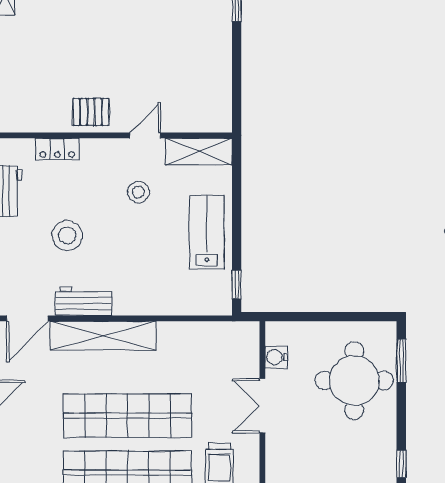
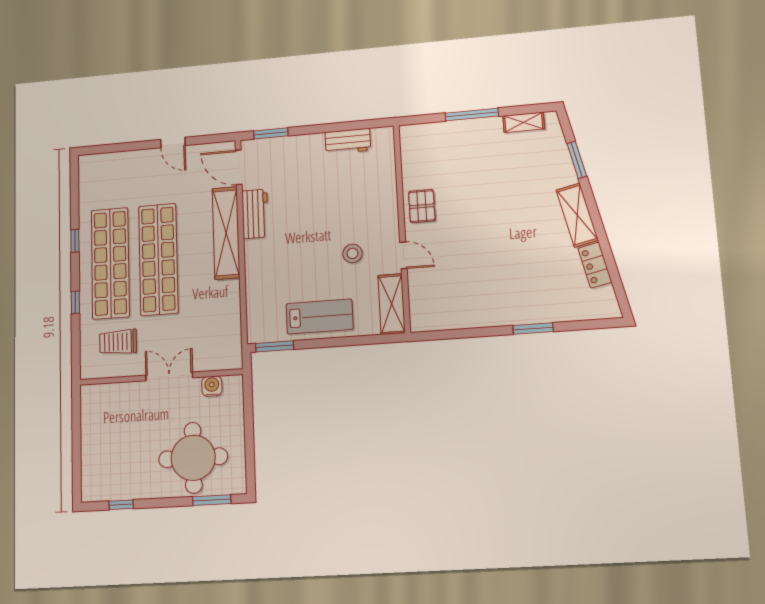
locker: (57, 149) -> (387, 180), removed
stool: (67, 235) -> (312, 195), removed
window: (237, 284) -> (275, 346), width x1.50

